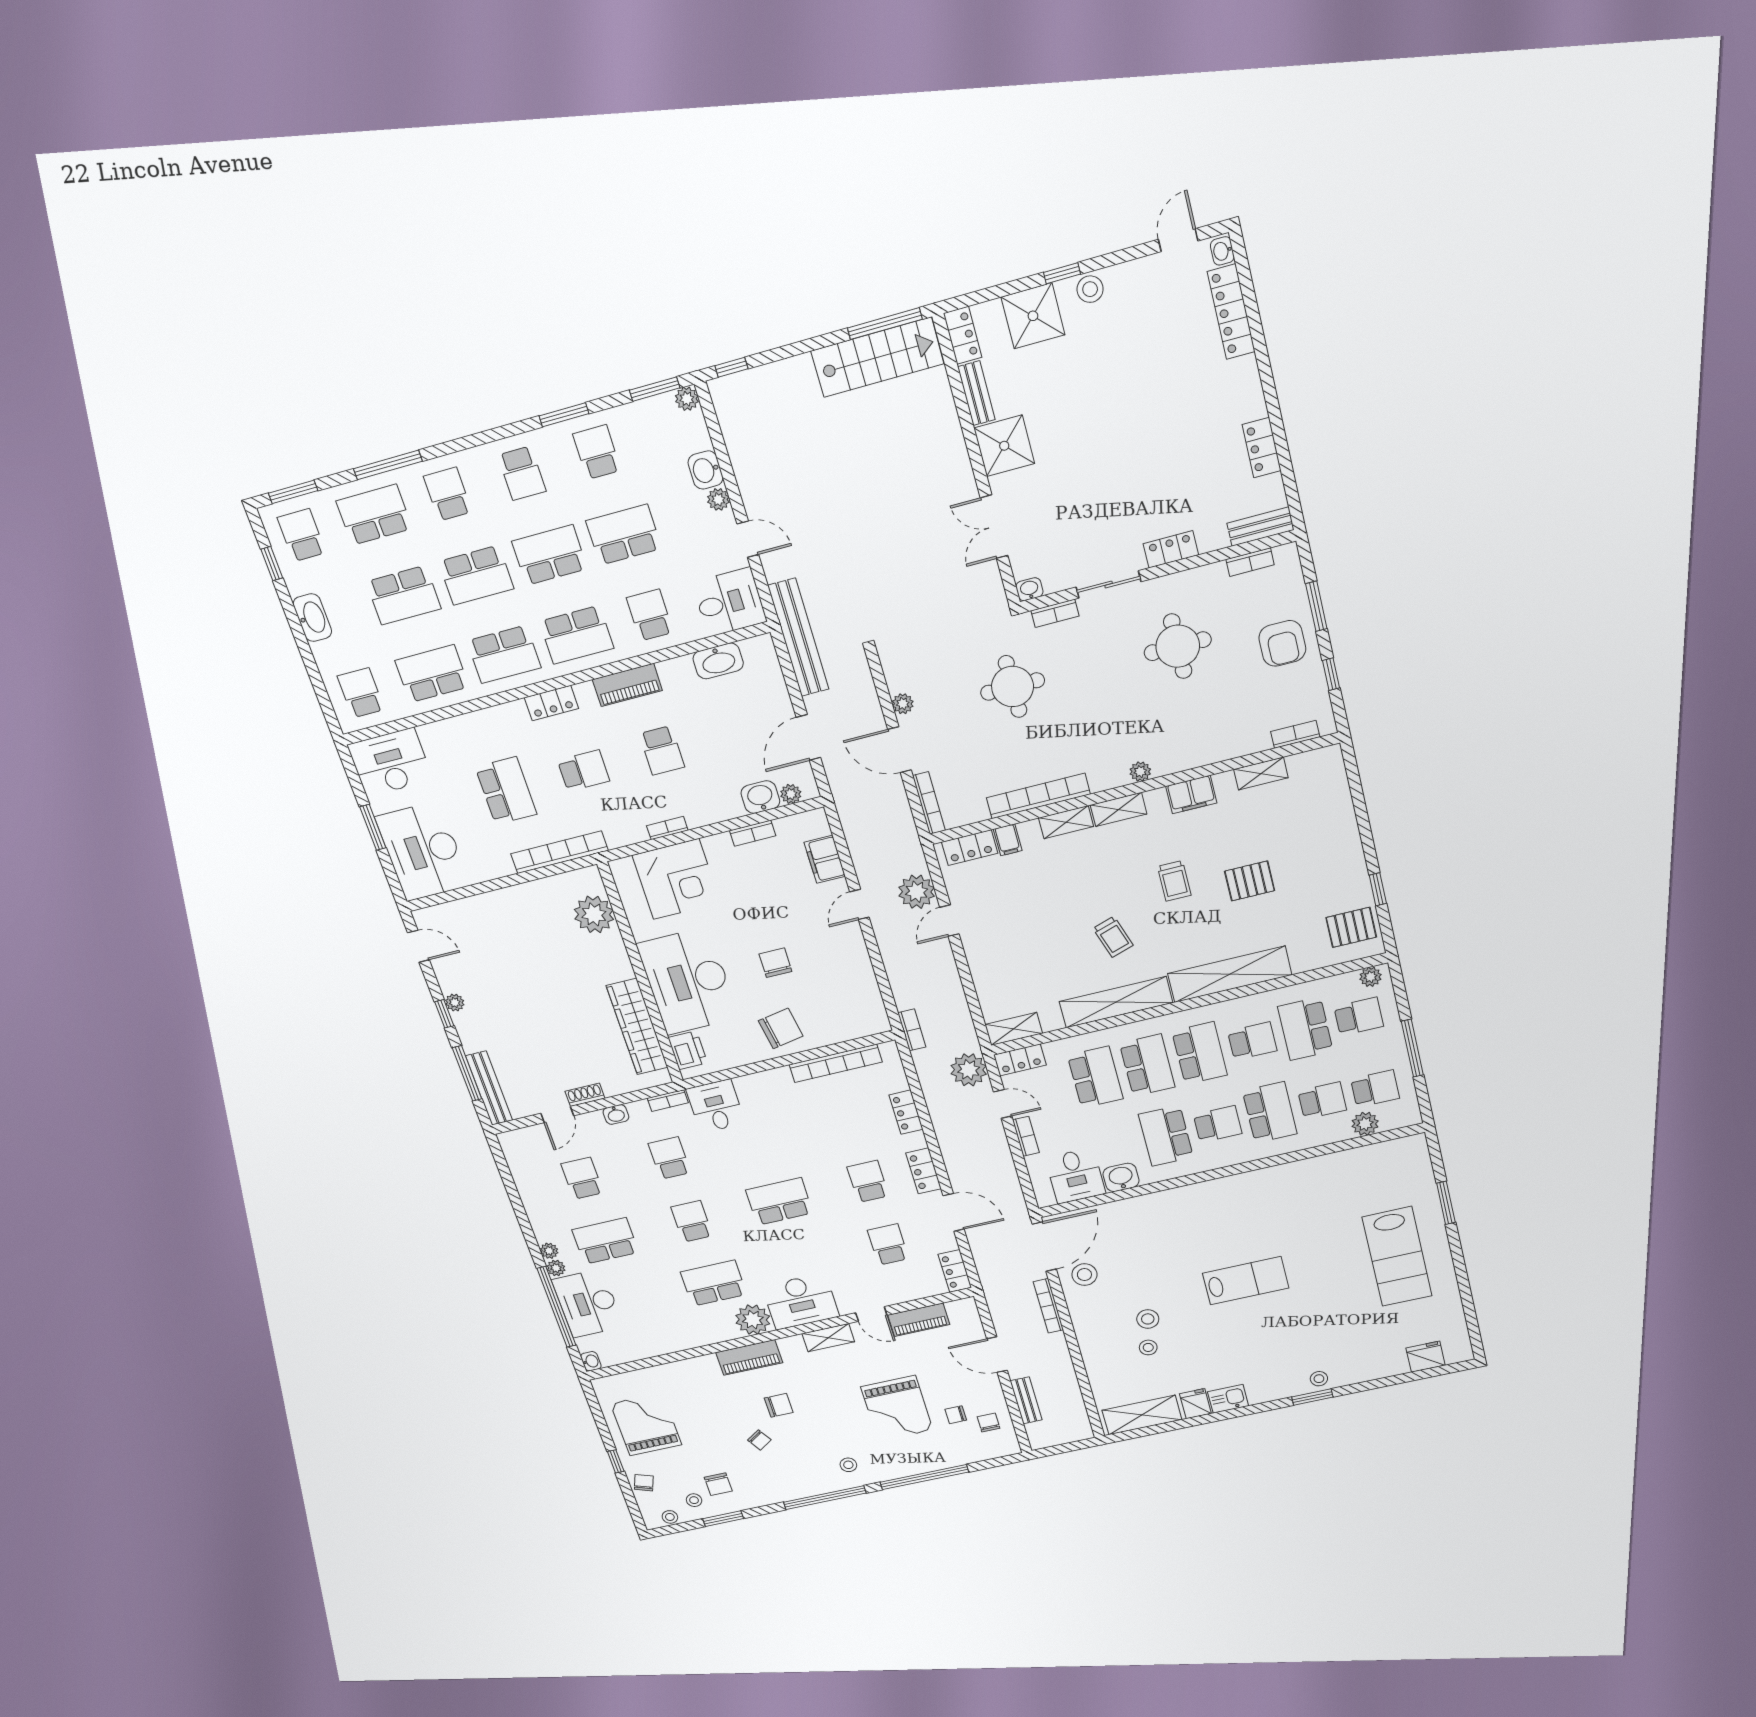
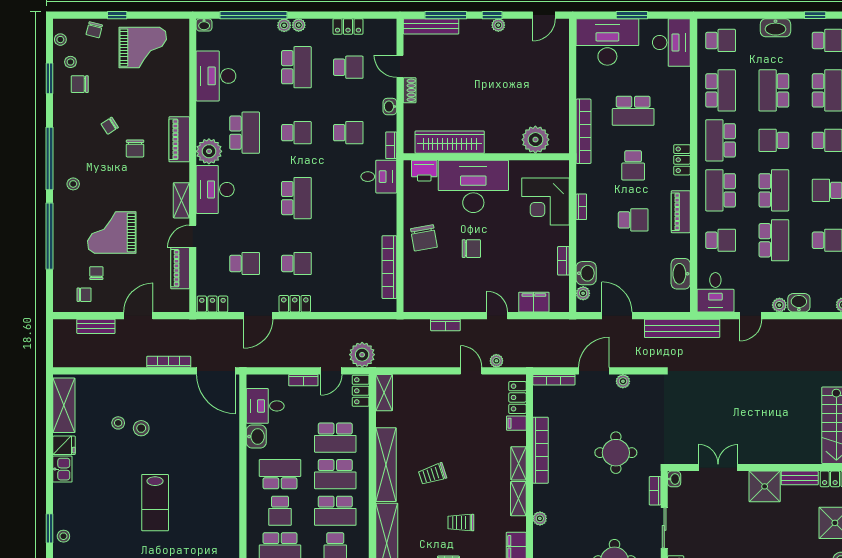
school desk: (476, 575) -> (774, 140), width x0.54
school desk: (662, 750) -> (633, 220), turned 180
plant: (917, 892) -> (496, 361), width x0.53, depth x0.53
bookcase: (912, 1030) -> (445, 325), moved
locker: (906, 1112) -> (348, 26), moved, turned 180
stool: (1084, 1275) -> (187, 393), removed
desk: (588, 1303) -> (216, 76), moved, turned -90
chair: (644, 1483) -> (94, 30), turned 84

